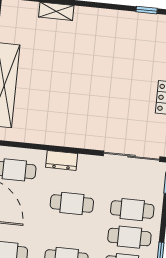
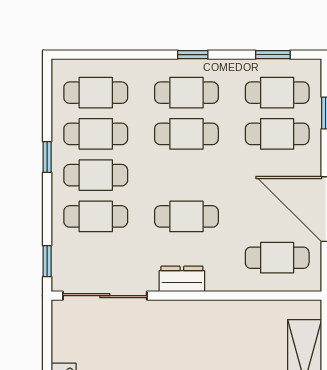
dresser: (62, 160) -> (182, 279), moved

